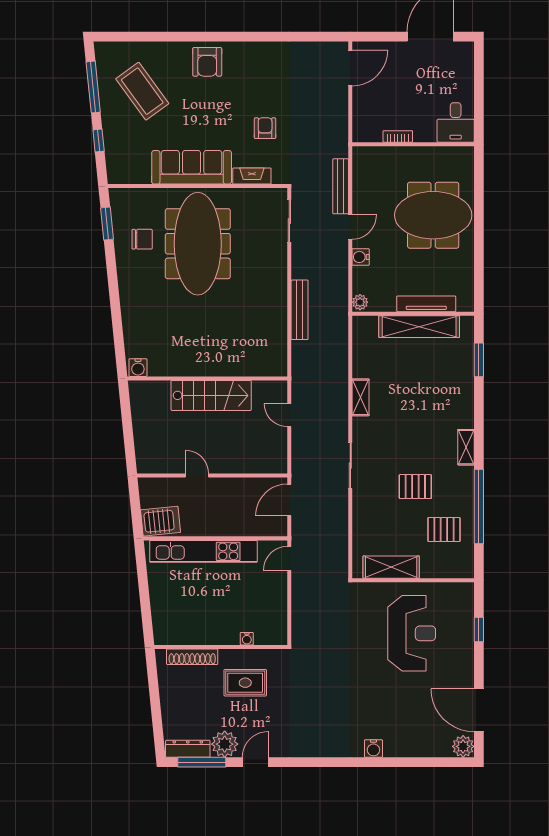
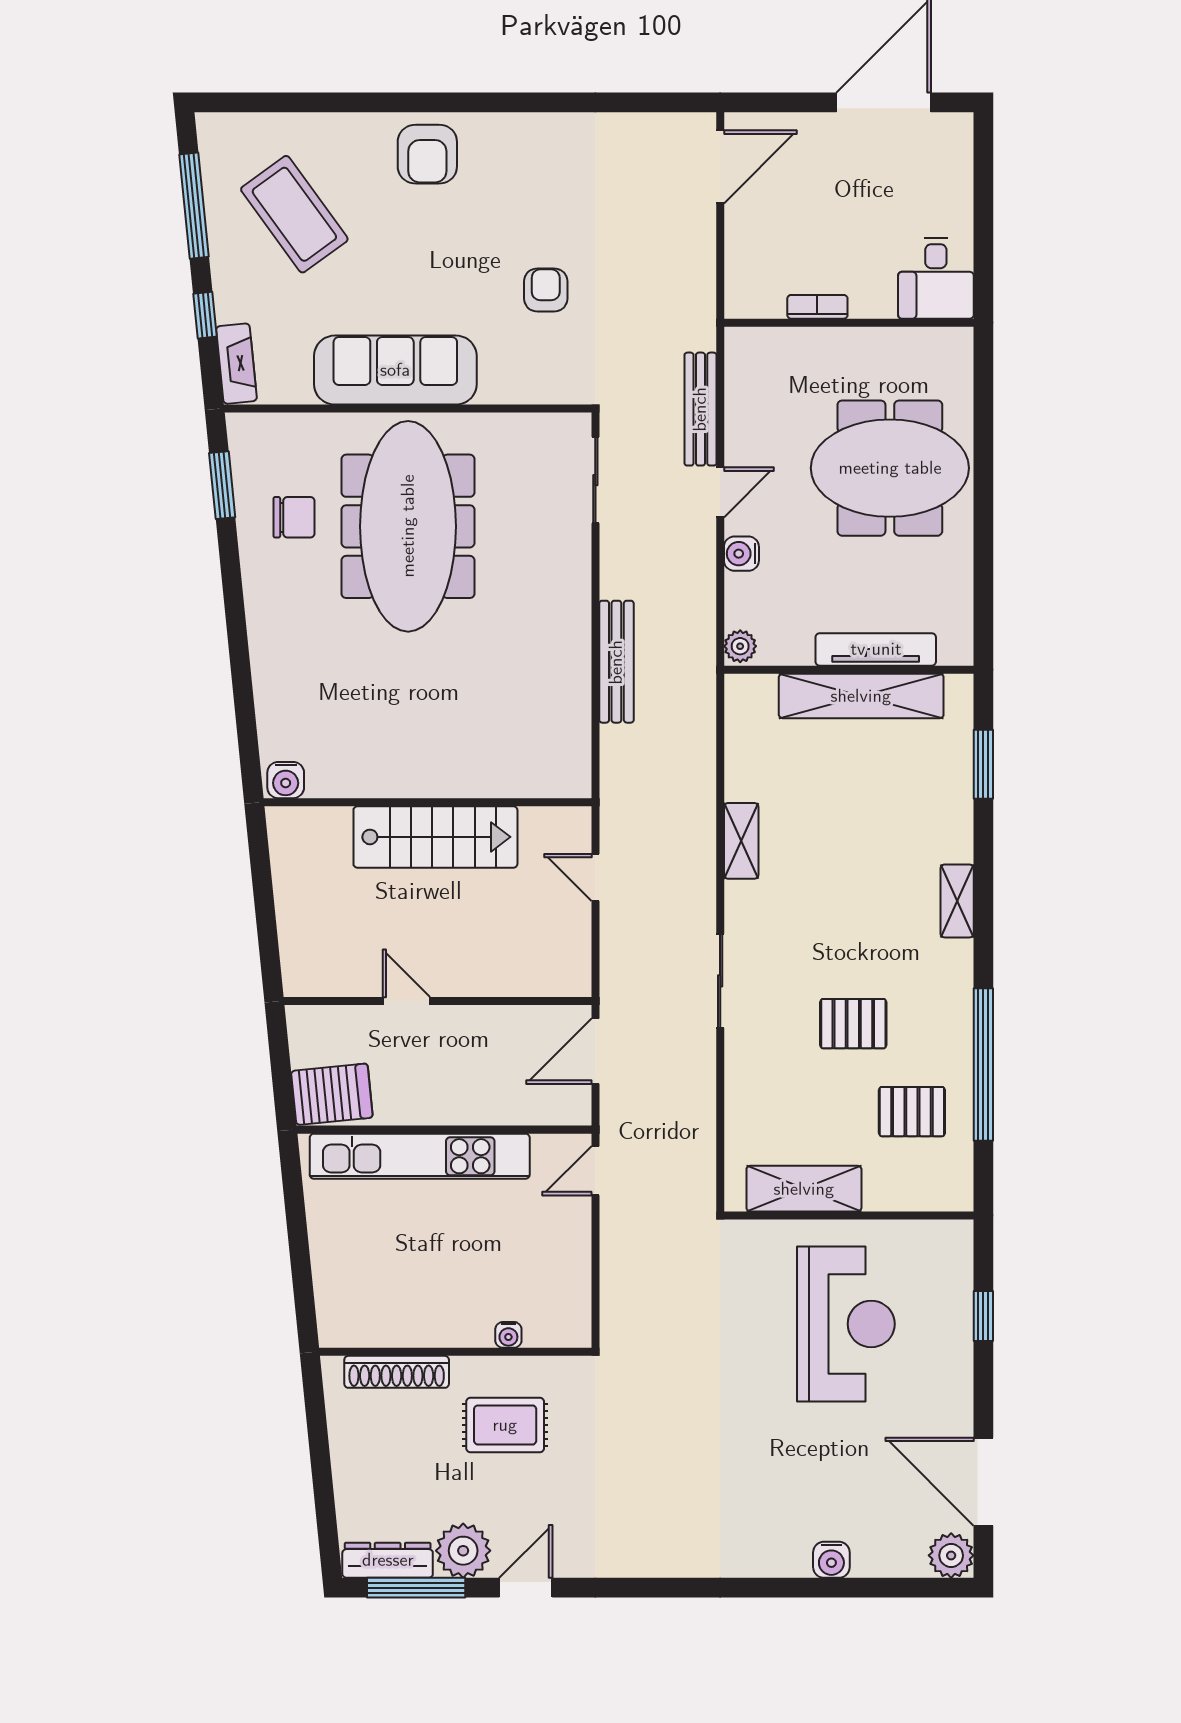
fireplace: (252, 176) -> (236, 364), moved, turned 84
shelving: (466, 447) -> (957, 901), moved
water cooler: (373, 749) -> (831, 1560), moved

